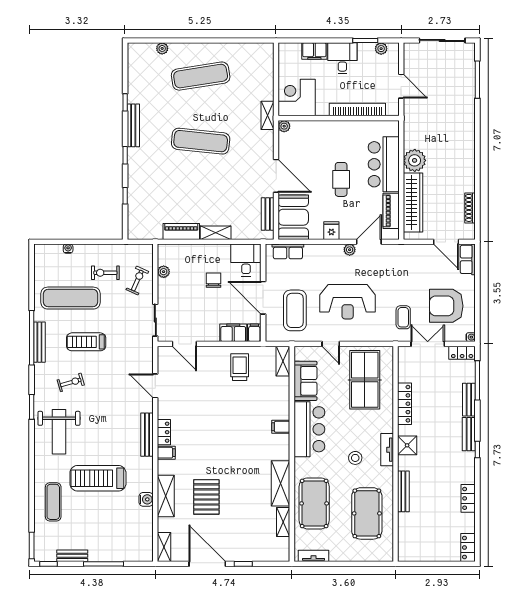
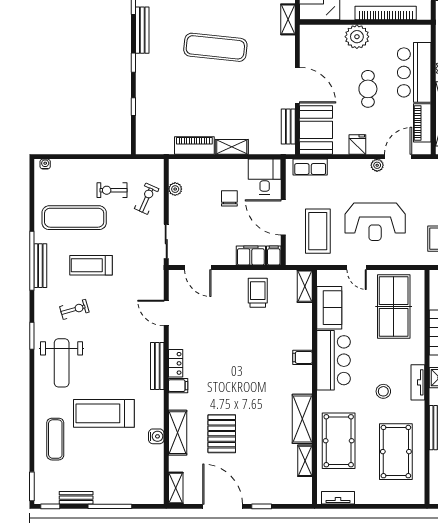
plant: (284, 126) -> (357, 37), moved, width x1.88, depth x1.88
water cooler: (68, 249) -> (45, 164), moved

